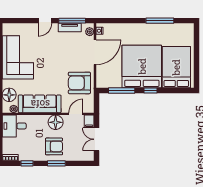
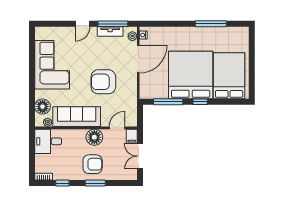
armchair: (79, 83) -> (103, 82), moved

